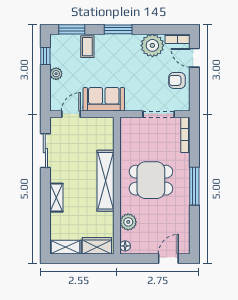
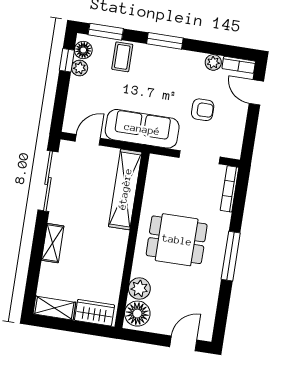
plant: (152, 45) -> (213, 62), width x0.53, depth x0.53
floor lamp: (57, 46) -> (83, 50), added
plant: (56, 74) -> (80, 68), moved
armchair: (177, 80) -> (203, 110), moved, turned 180
sofa: (104, 99) -> (142, 129), width x1.36
sliding door: (45, 151) -> (48, 181), width x1.37
shelving: (106, 181) -> (125, 189), moved
floor lamp: (125, 246) -> (137, 314), width x1.89, depth x1.89

